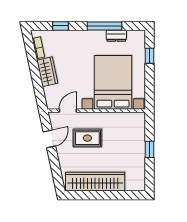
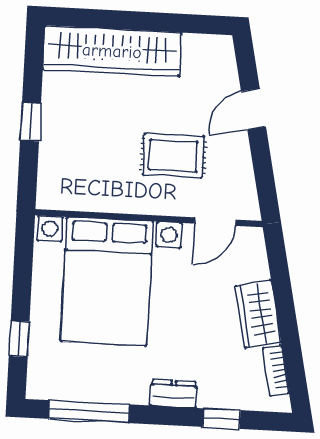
window: (105, 26) -> (89, 412), moved
dresser: (116, 36) -> (174, 394), moved
door: (49, 139) -> (254, 109), moved
wardrobe: (95, 182) -> (112, 51), moved

